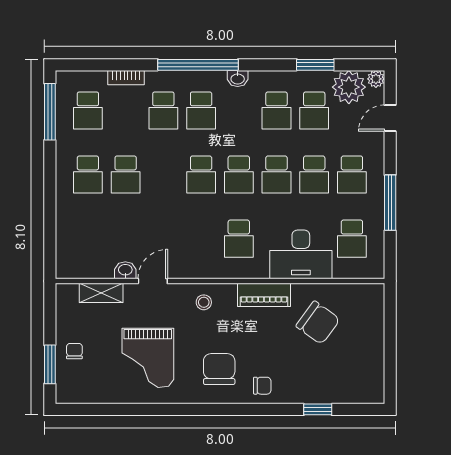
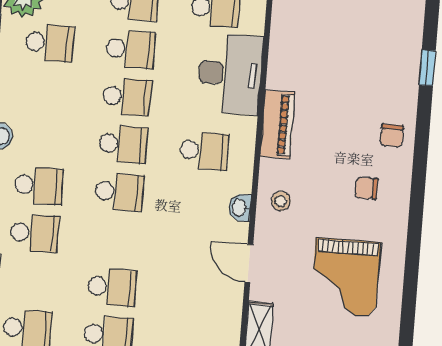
school desk: (277, 110) -> (46, 90), removed
washbasin: (125, 270) -> (240, 208), moved
chair: (318, 323) -> (318, 59), removed
grand piano: (148, 358) -> (346, 277), turned 90
chair: (219, 369) -> (367, 188), width x0.54, depth x0.54
chair: (262, 386) -> (392, 136), turned 180

